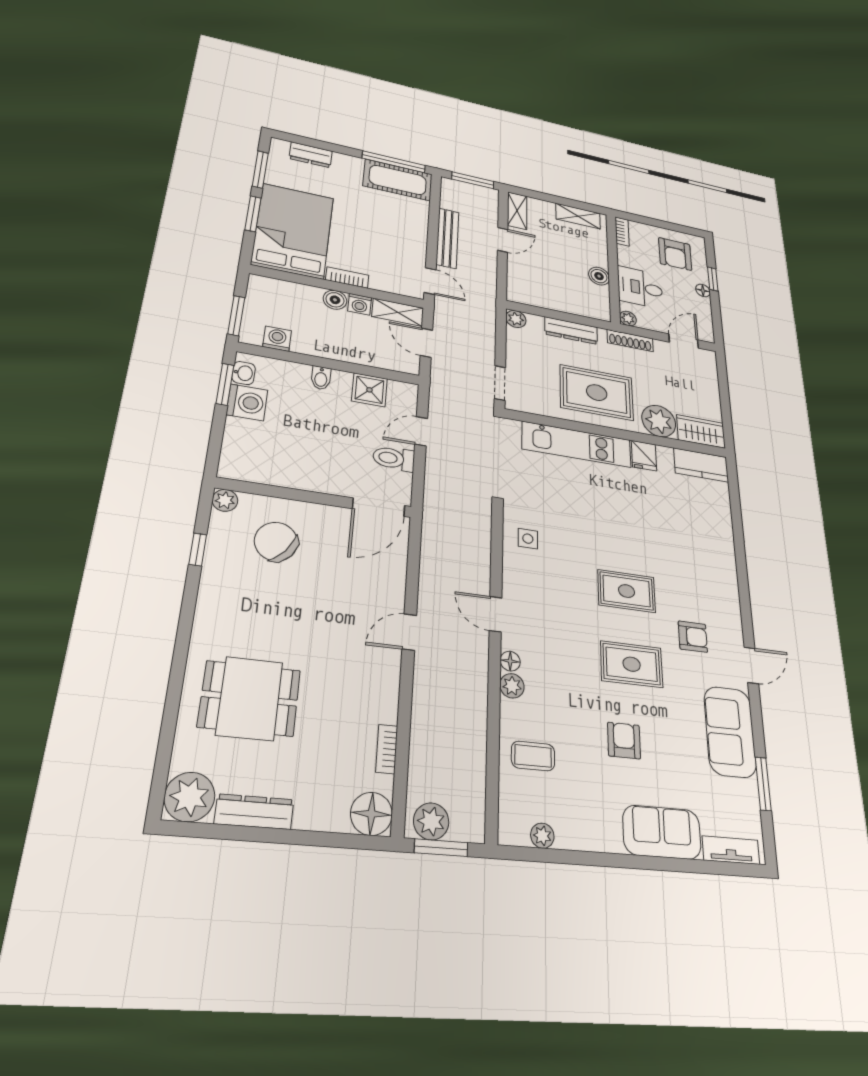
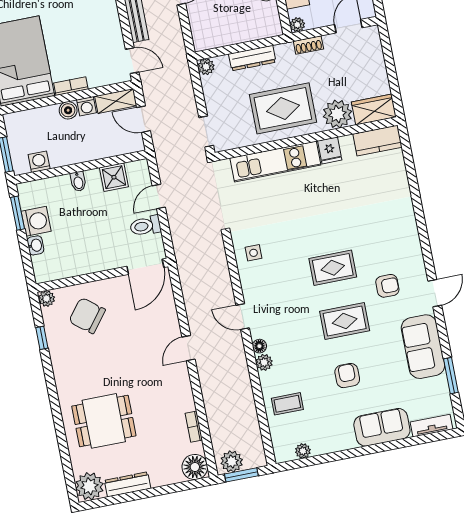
shoe rack: (630, 341) -> (308, 45), width x0.70
washbasin: (244, 373) -> (35, 245), moved

